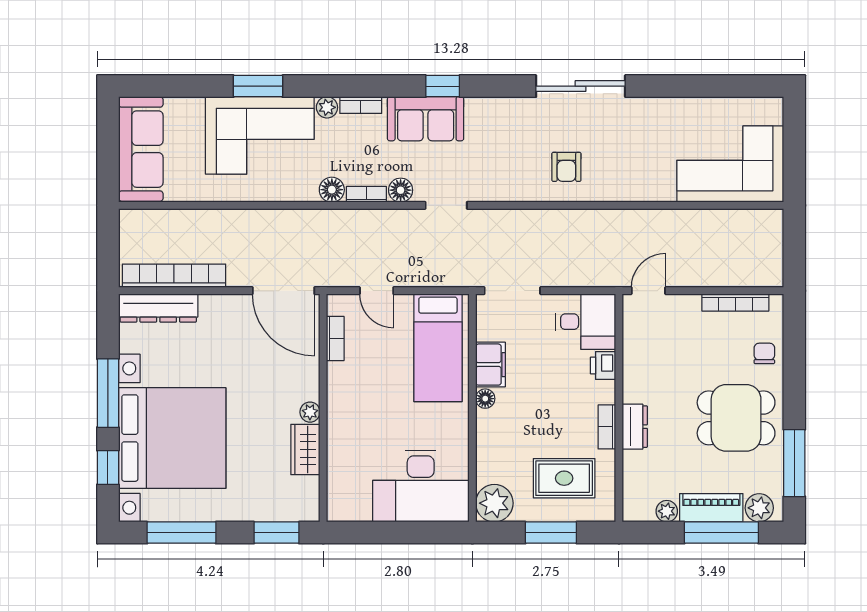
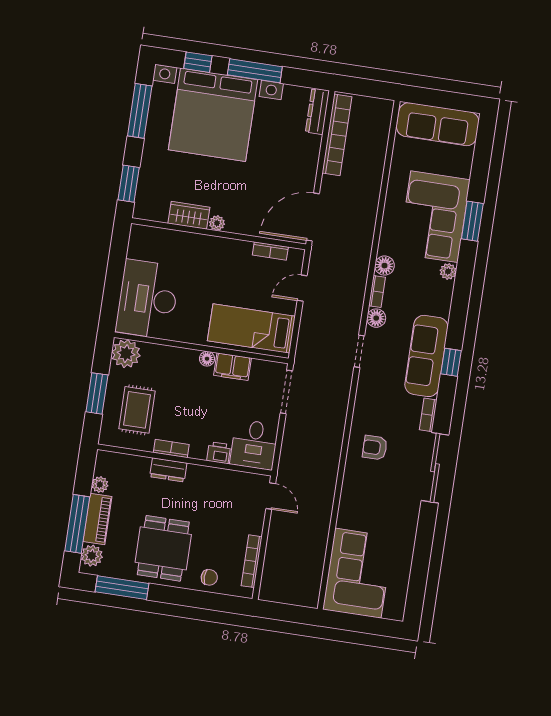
bookcase: (361, 105) -> (428, 415), moved
sofa: (426, 119) -> (426, 356), width x1.36
dresser: (158, 308) -> (317, 111), width x0.73, depth x0.80

